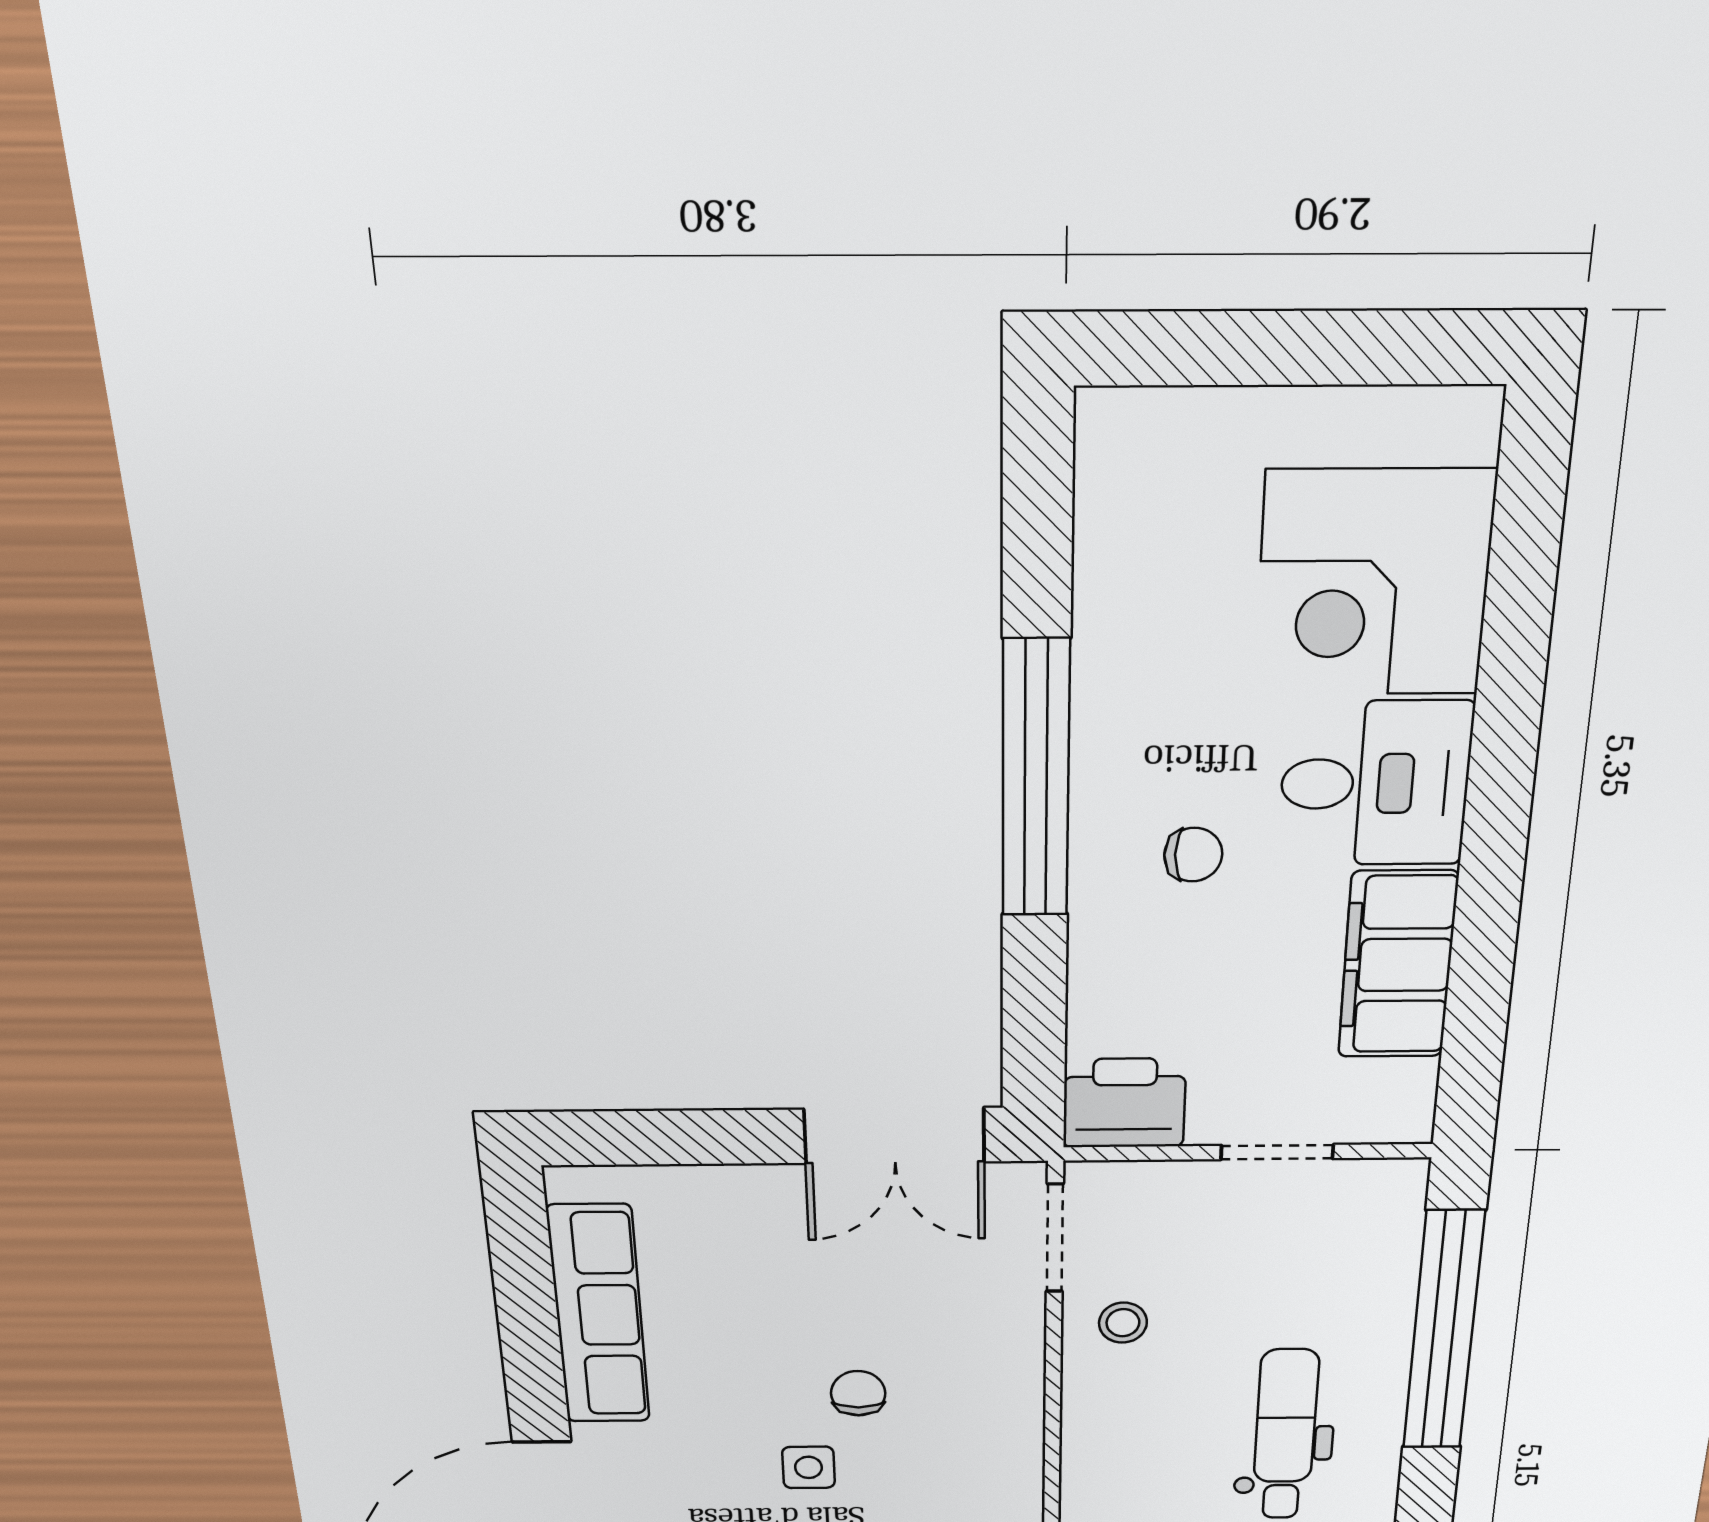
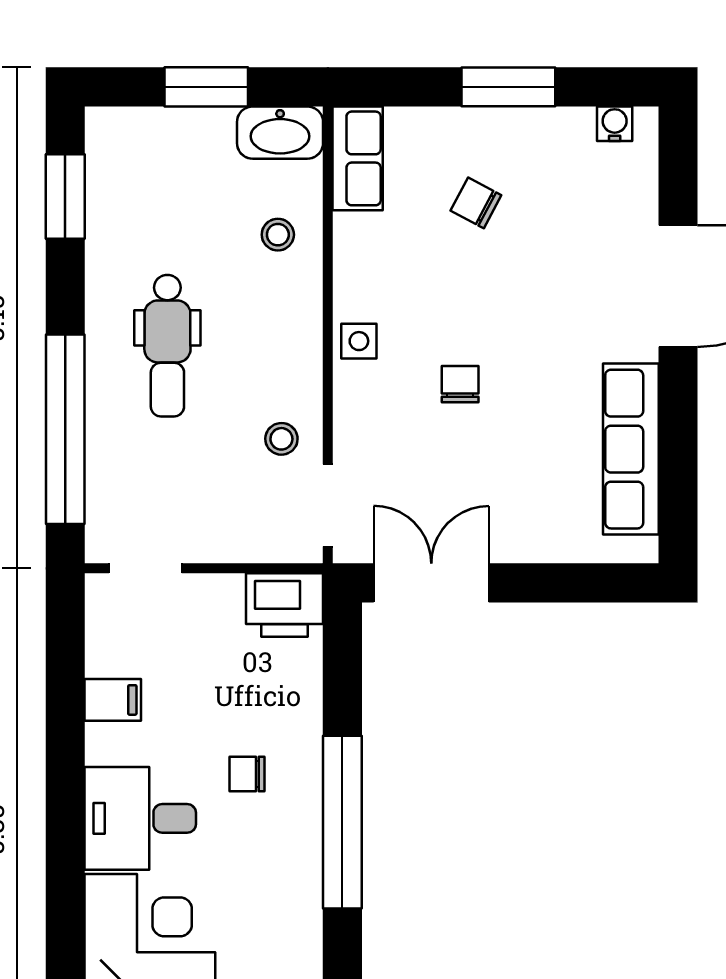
filing cabinet: (1398, 965) -> (113, 700), width x0.33, depth x0.86
doorway: (1277, 1152) -> (145, 568), moved
chair: (858, 1393) -> (460, 384), turned 180
side table: (808, 1467) -> (359, 341), moved

